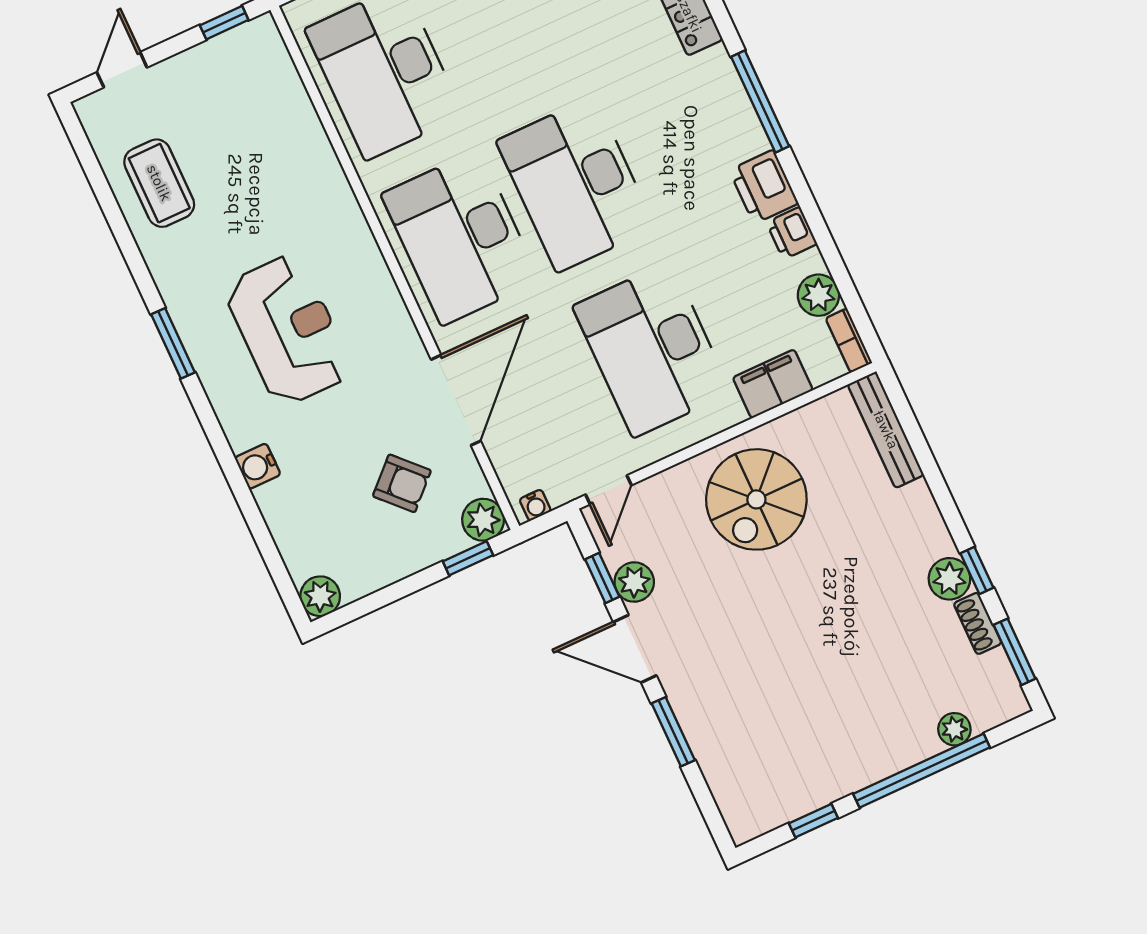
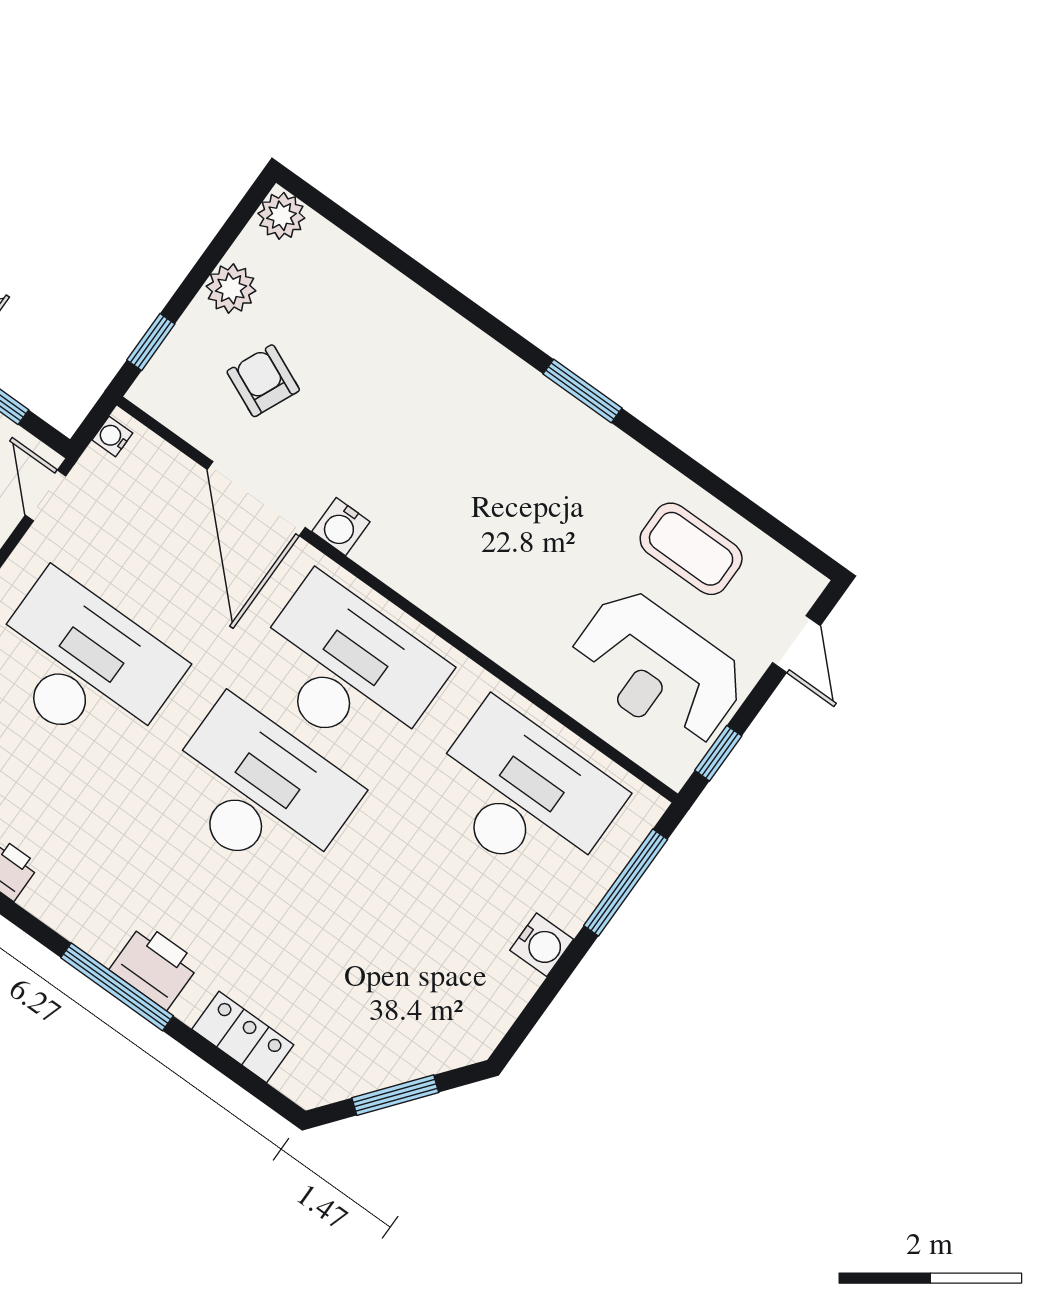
printer: (764, 187) -> (155, 966), moved
reception desk: (288, 330) -> (657, 669), moved
water cooler: (258, 466) -> (341, 527), moved, turned 180
armchair: (402, 483) -> (263, 381), turned 68
plant: (483, 520) -> (231, 289), moved

